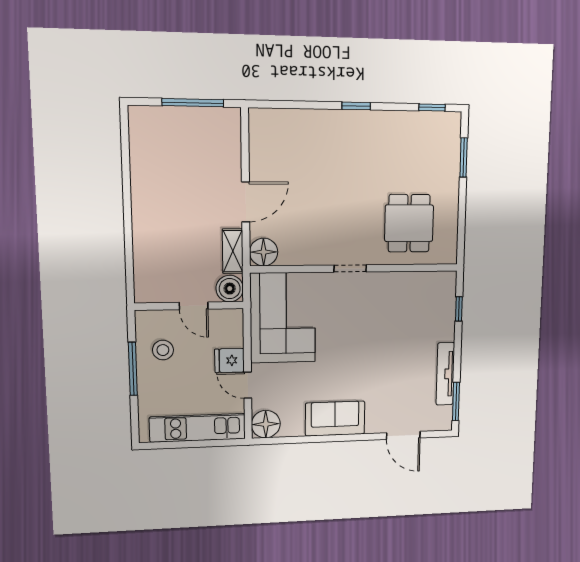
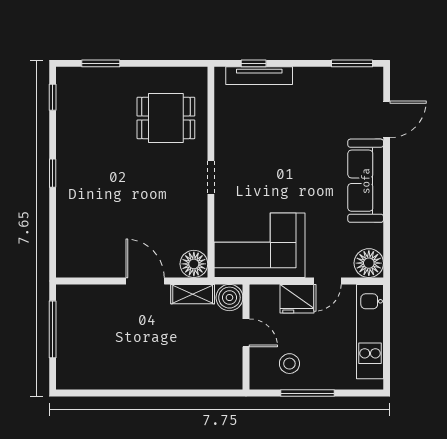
door: (194, 306) -> (246, 333), hinge flipped
fridge: (230, 361) -> (297, 299), width x1.38
tv unit: (445, 374) -> (259, 76), moved
sofa: (335, 419) -> (366, 181), width x1.36

